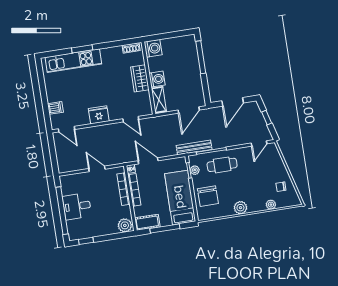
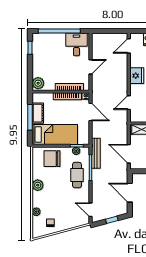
door: (148, 161) -> (90, 112), hinge flipped
desk: (77, 206) -> (76, 45), moved
cot: (147, 222) -> (38, 113), moved

